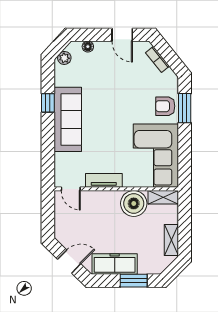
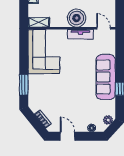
armchair: (165, 106) -> (37, 86), removed
boiler: (134, 203) -> (77, 18), moved

